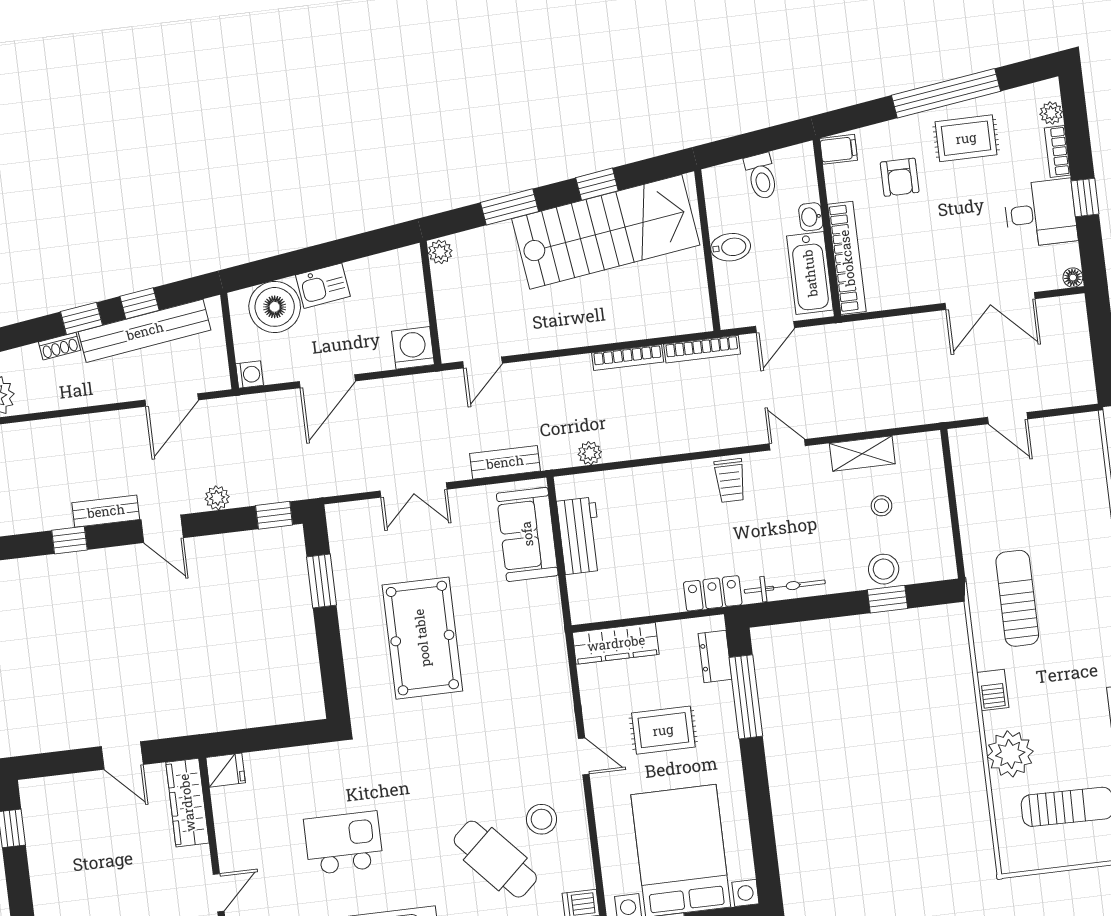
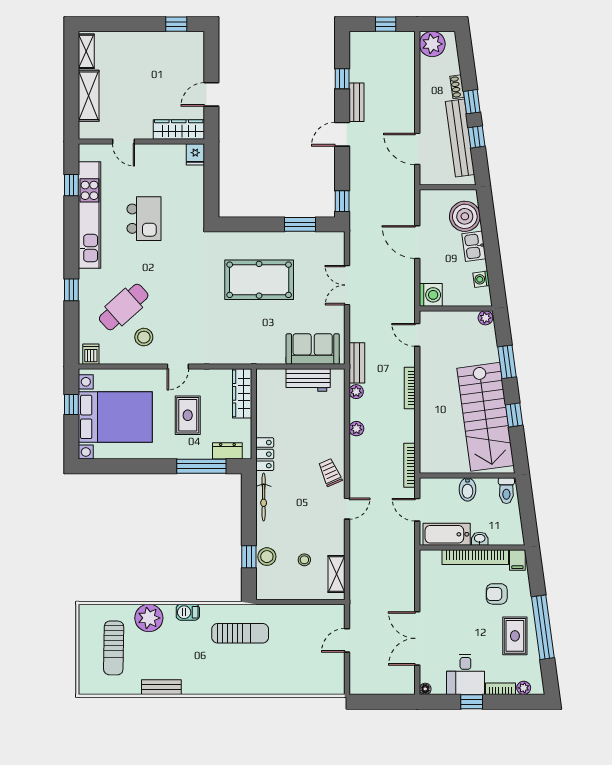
toilet: (761, 176) -> (506, 491), moved, turned -82
bookcase: (847, 258) -> (475, 557), moved
bookcase: (628, 357) -> (410, 388), moved
washing machine: (250, 374) -> (481, 279), moved, turned 82
shelving: (862, 454) -> (336, 574), moved
bench: (505, 462) -> (357, 363), moved
trolley: (730, 481) -> (330, 472), turned 66
plant: (217, 498) -> (356, 429), moved

